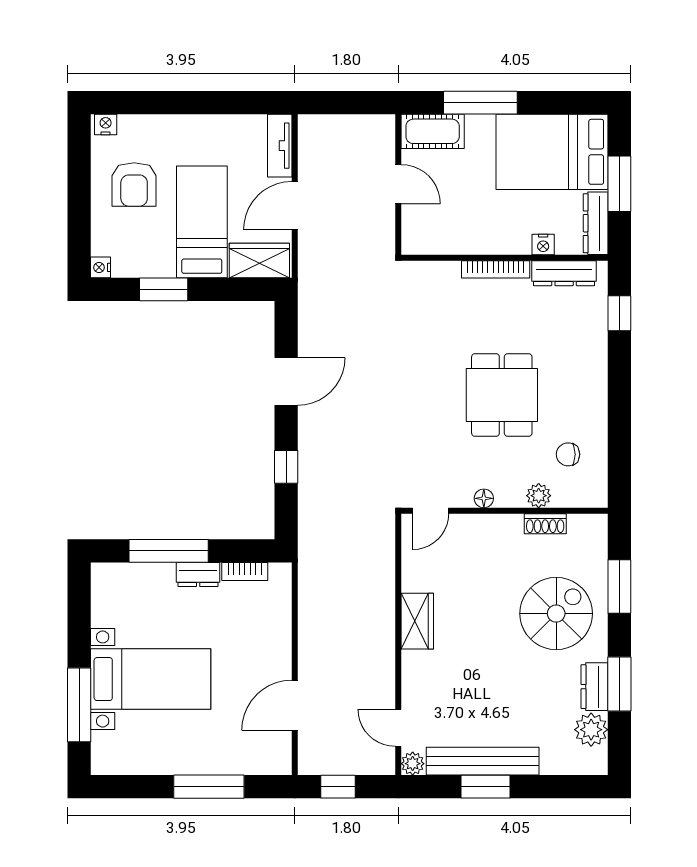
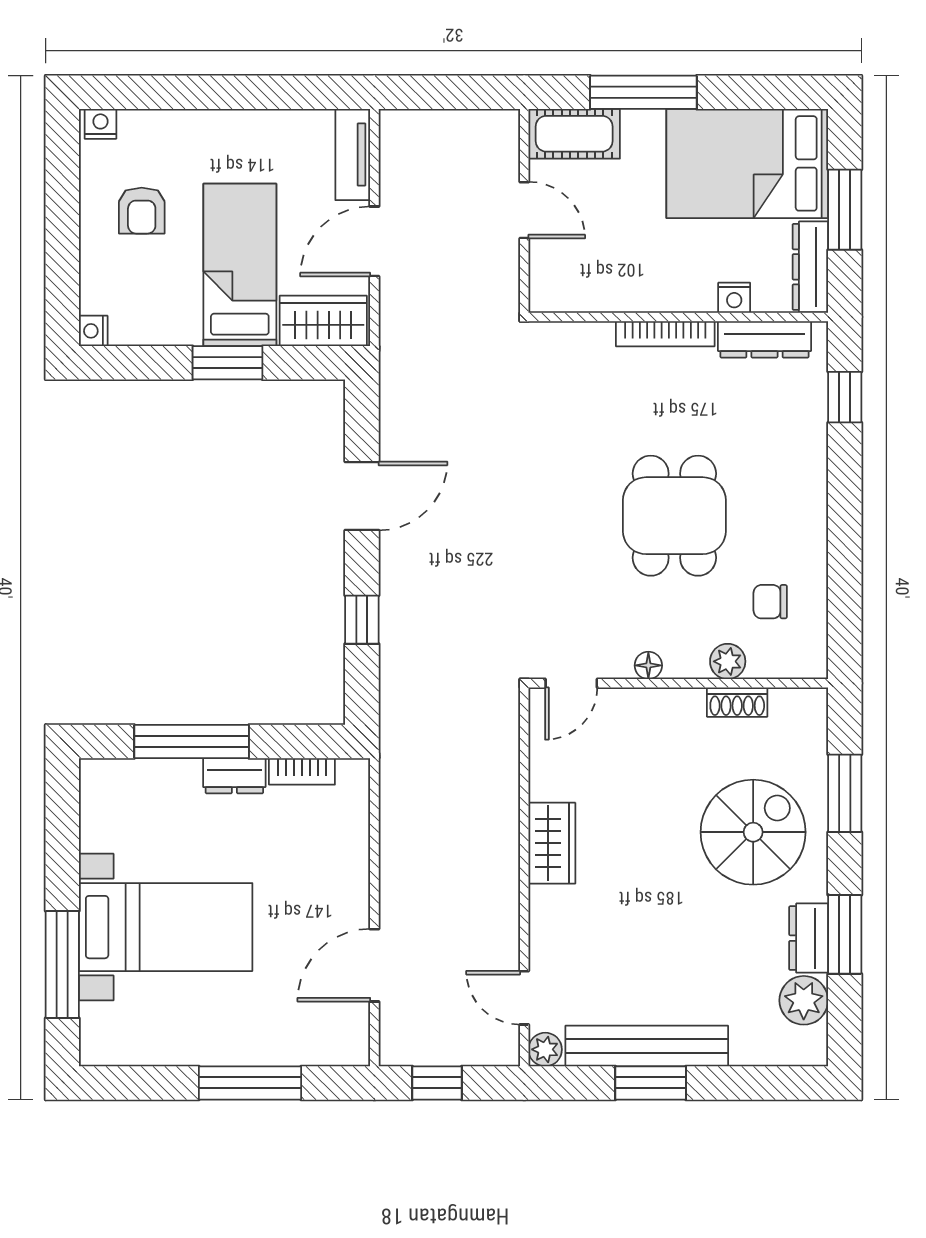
armchair: (134, 184) -> (142, 211), width x0.72, depth x0.72
window: (164, 289) -> (227, 363), moved

